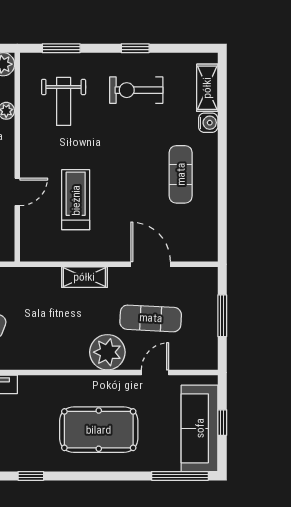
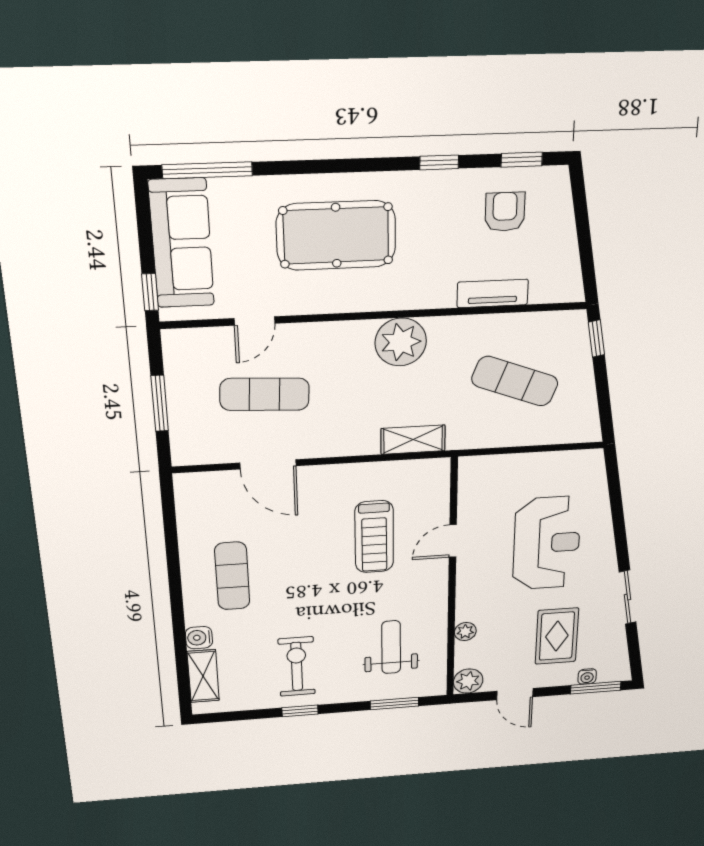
exercise bike: (136, 90) -> (297, 666), turned -90
shelving: (84, 277) -> (413, 440), moved
plant: (107, 352) -> (401, 342), moved
window: (222, 423) -> (150, 292), moved

